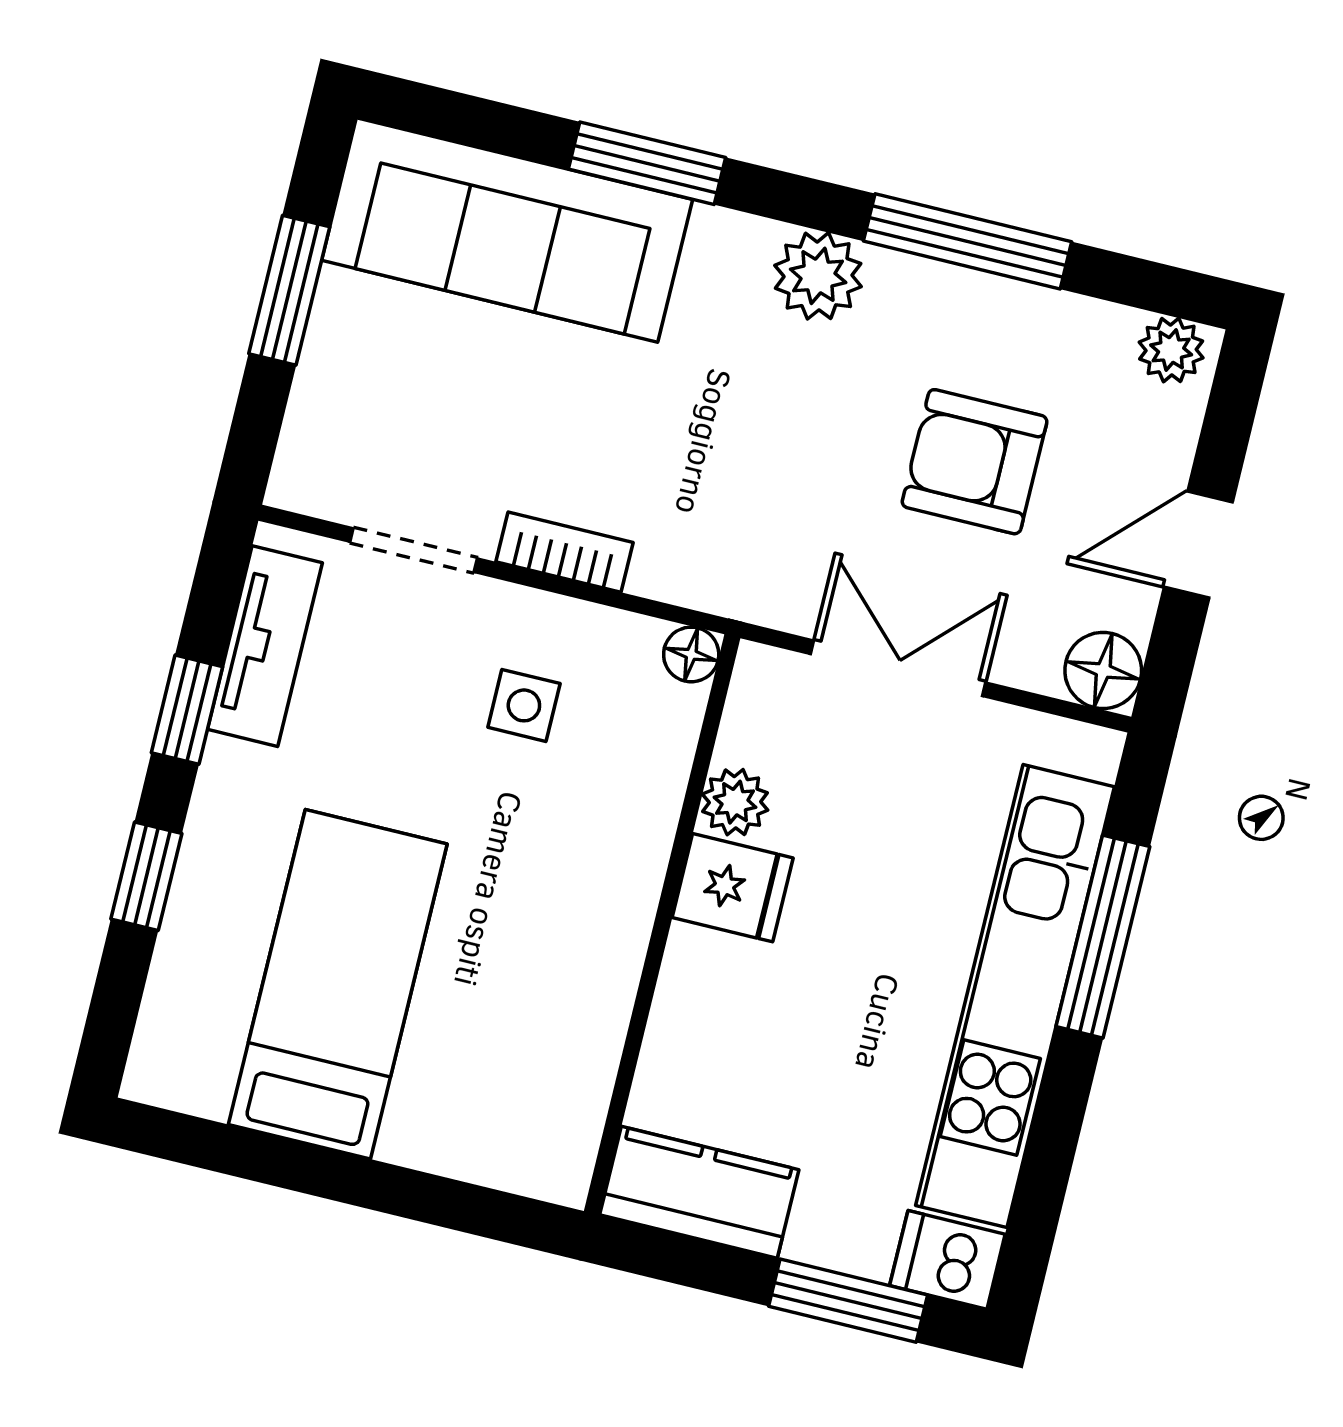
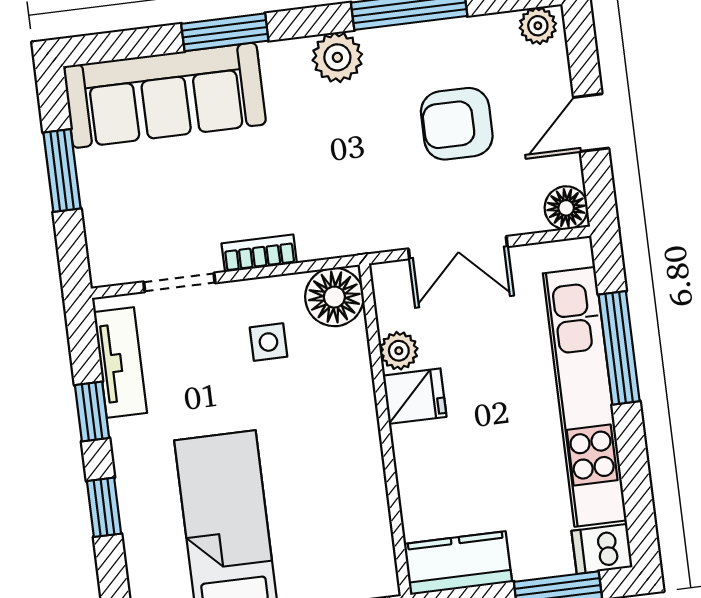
floor lamp: (691, 654) -> (334, 297), width x1.89, depth x1.89
double door: (898, 668) -> (458, 248), swing flipped

